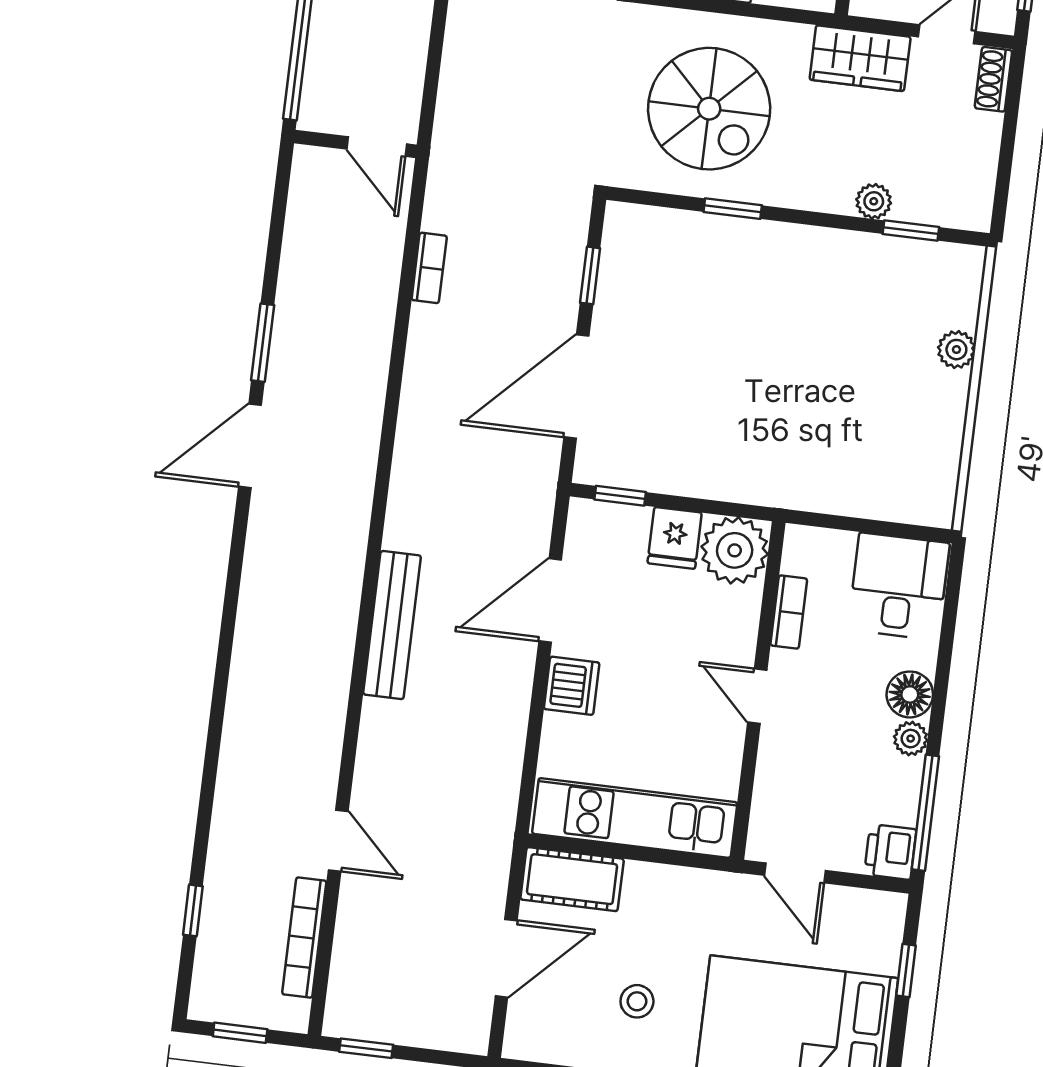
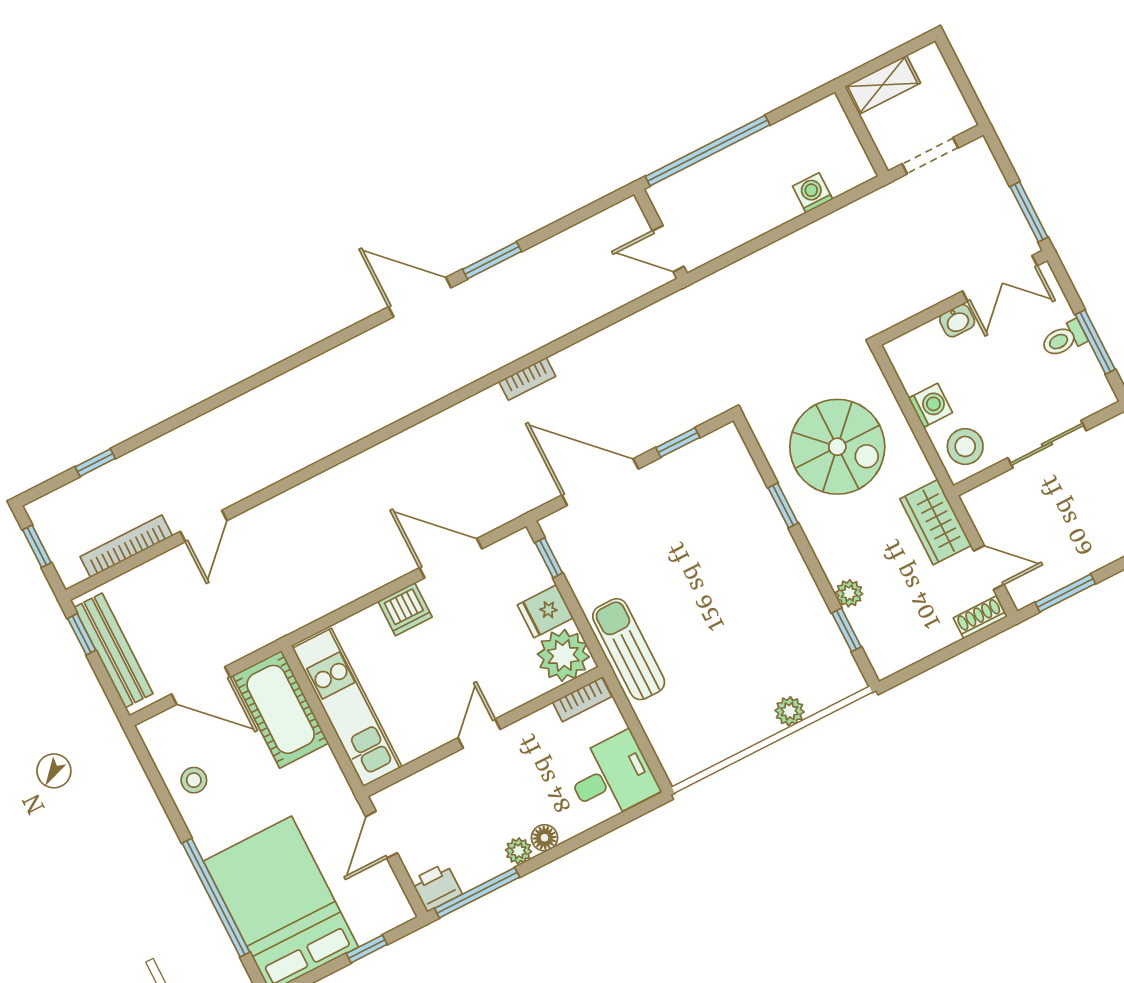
spiral stairs: (709, 109) -> (837, 447), turned -90
door: (377, 147) -> (668, 249), hinge flipped
bookcase: (429, 268) -> (527, 379), moved
sun lounger: (775, 476) -> (629, 649), added
bookcase: (789, 612) -> (582, 699), moved
bench: (392, 625) -> (114, 650), moved, turned 90
floor lamp: (910, 694) -> (544, 838), width x0.73, depth x0.73
cot: (572, 879) -> (281, 709), width x1.37, depth x1.34
stool: (637, 1001) -> (194, 780), moved

